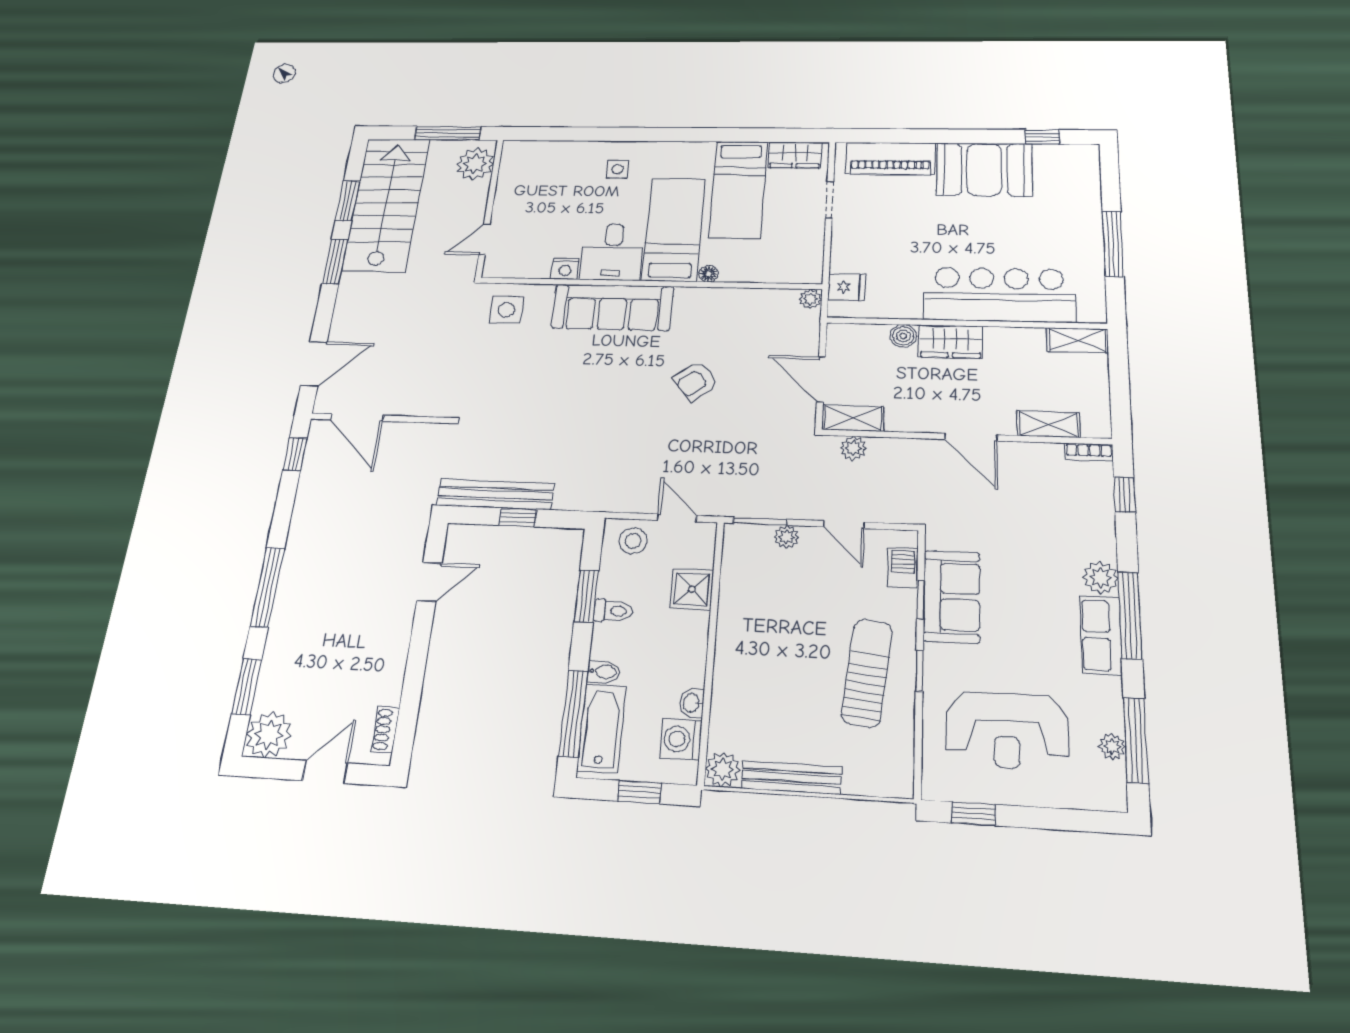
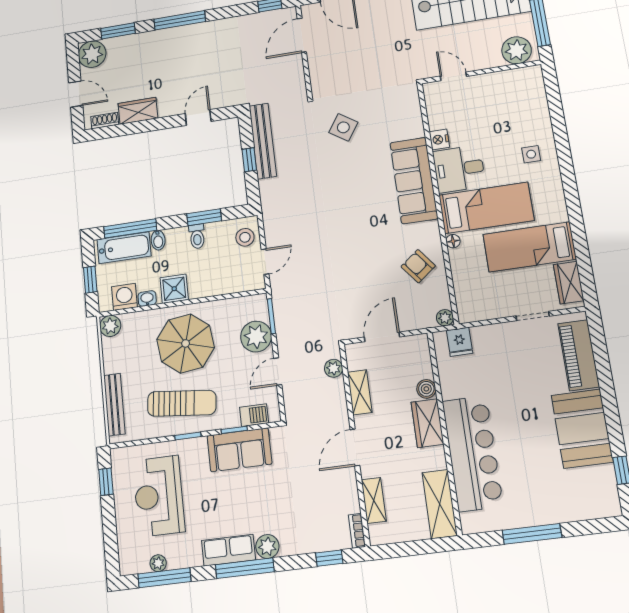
side table: (507, 310) -> (343, 127), moved, turned 34
shelving: (1078, 340) -> (440, 504), width x1.50, depth x1.33
armchair: (696, 381) -> (418, 266), moved
shelving: (853, 418) -> (360, 392), moved
plant: (786, 537) -> (256, 337), width x1.88, depth x1.88
door: (429, 582) -> (198, 117), swing flipped
shower: (692, 589) -> (174, 289), moved
parasol: (775, 653) -> (186, 343), added
wardrobe: (388, 673) -> (138, 111), added
bench: (792, 778) -> (114, 405), moved

